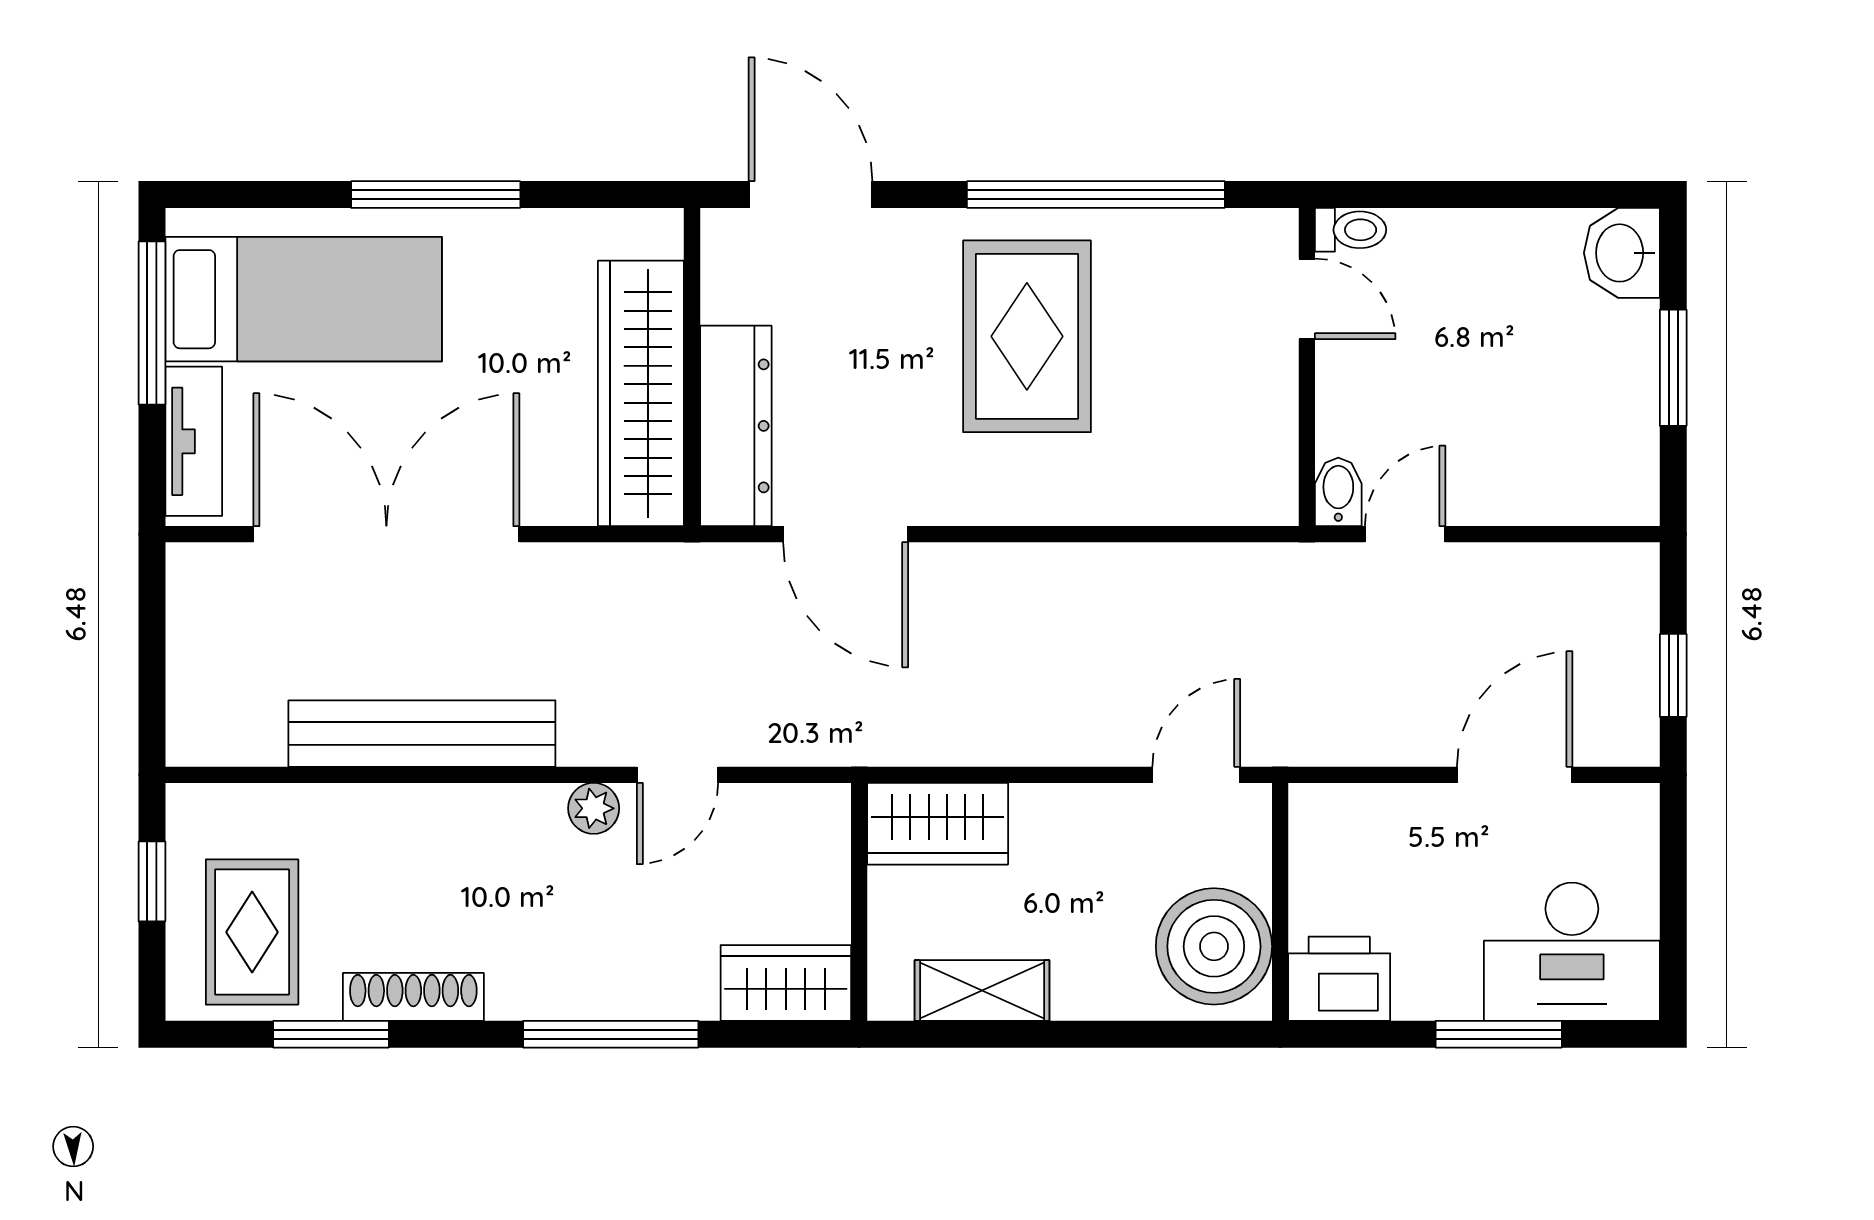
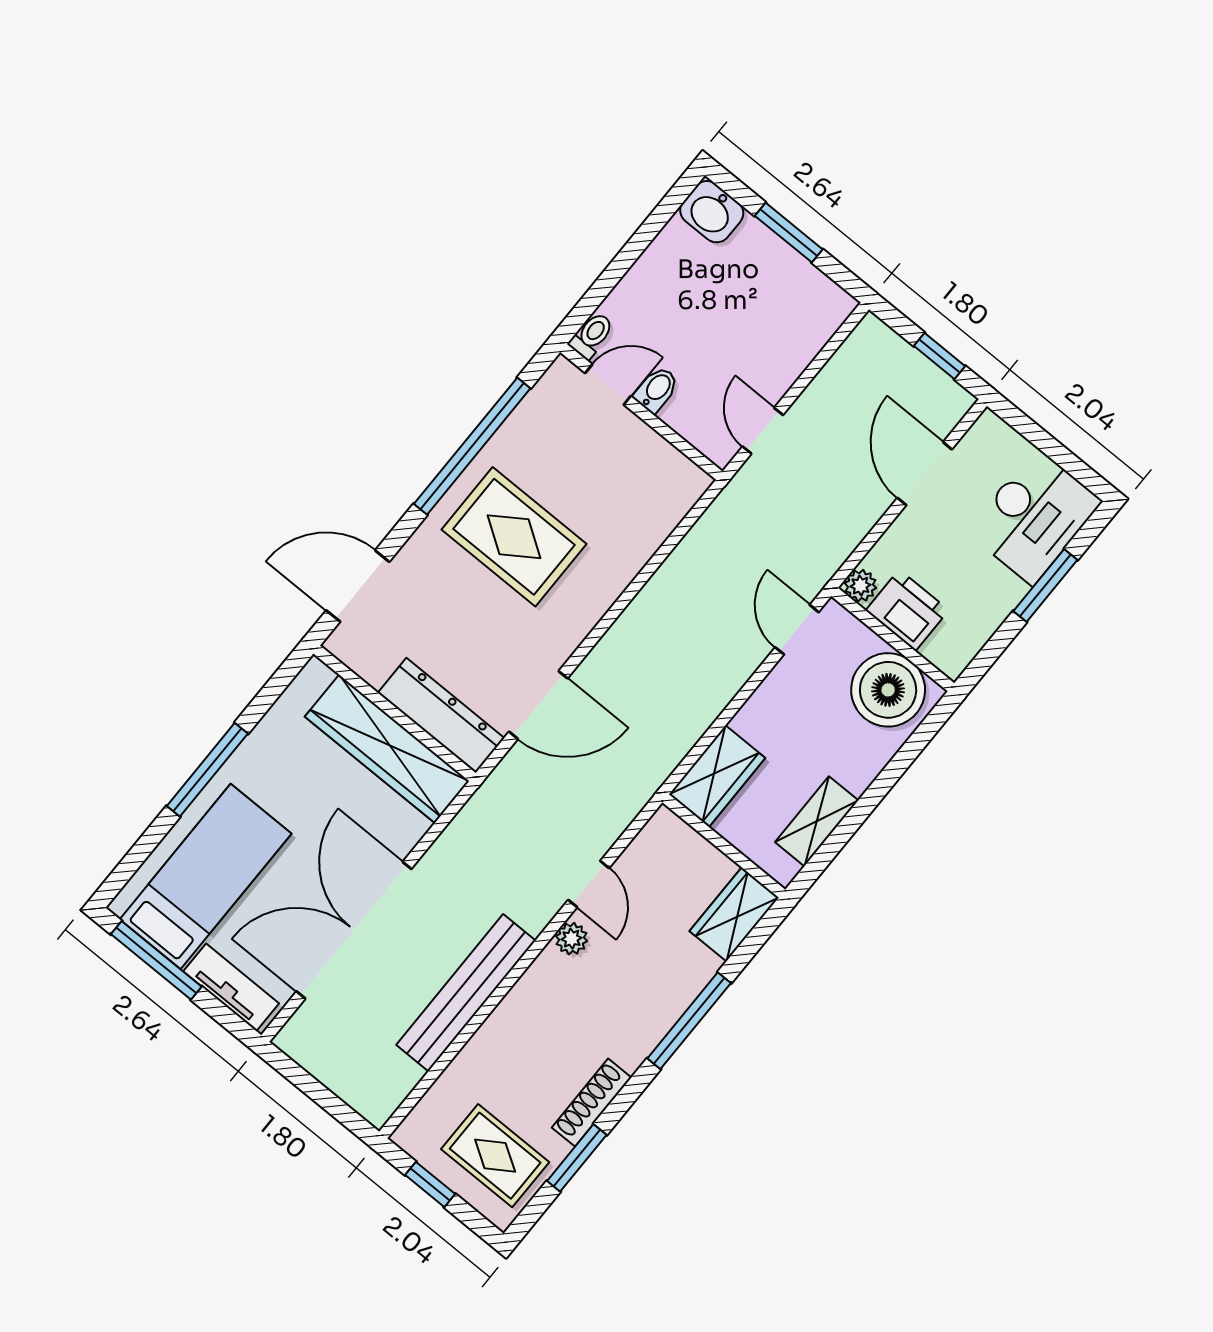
bidet: (1338, 492) -> (656, 390), moved, turned 90
plant: (1314, 808) -> (860, 586), added
printer: (1339, 979) -> (907, 610), moved, turned 90

